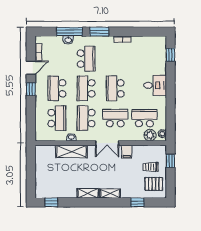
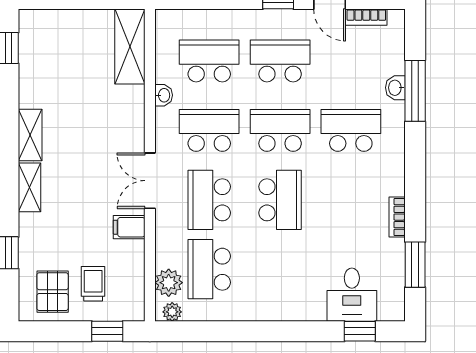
window: (99, 32) -> (415, 265), moved
school desk: (86, 59) -> (351, 130), turned 180
desk: (155, 85) -> (352, 295), moved
school desk: (115, 88) -> (280, 200), turned 90
school desk: (57, 118) -> (209, 61), turned 180
school desk: (115, 118) -> (209, 200), turned 180
school desk: (144, 118) -> (209, 269), turned 180
shelving: (71, 151) -> (130, 47), moved

